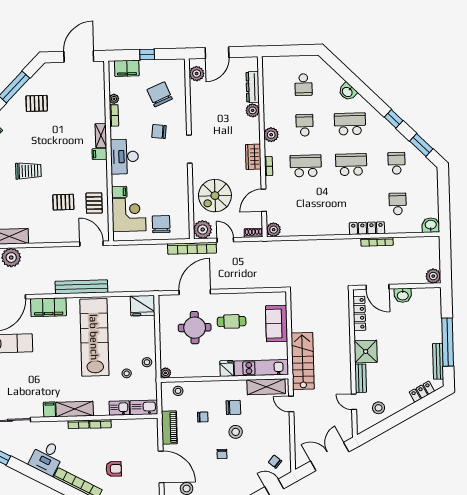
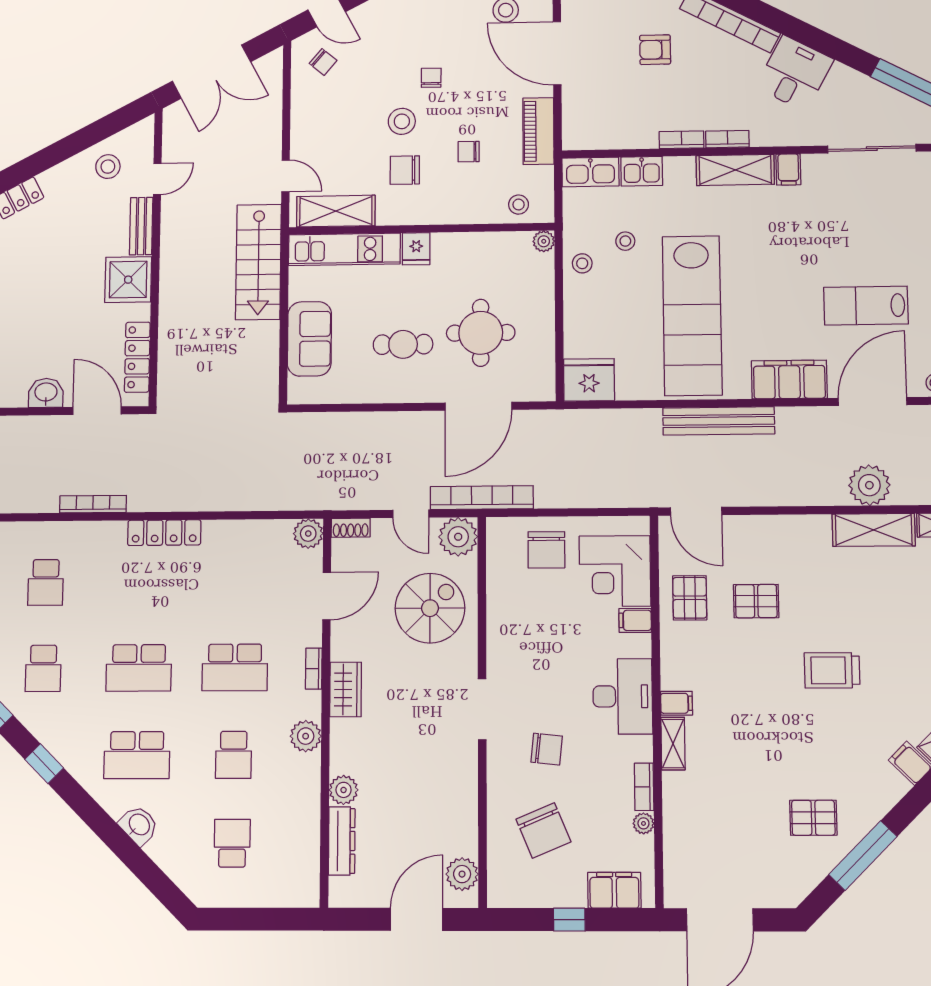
locker: (367, 228) -> (164, 533), moved
door: (354, 402) -> (157, 179), hinge flipped

